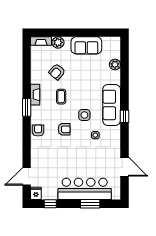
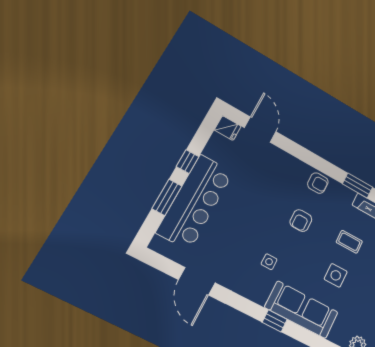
side table: (84, 115) -> (336, 275), moved
door: (124, 167) -> (197, 281), hinge flipped
window: (50, 204) -> (188, 162), moved

